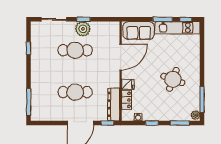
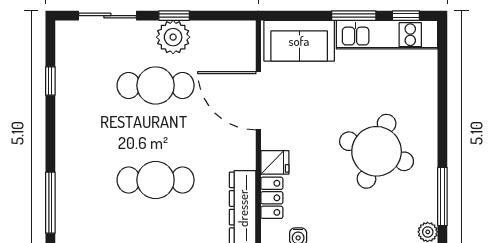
door: (121, 57) -> (258, 101), swing flipped
round table: (173, 79) -> (377, 151), width x1.36, depth x1.36

